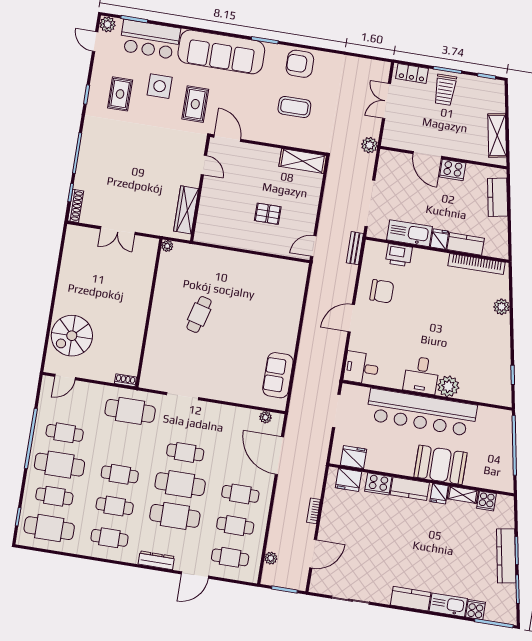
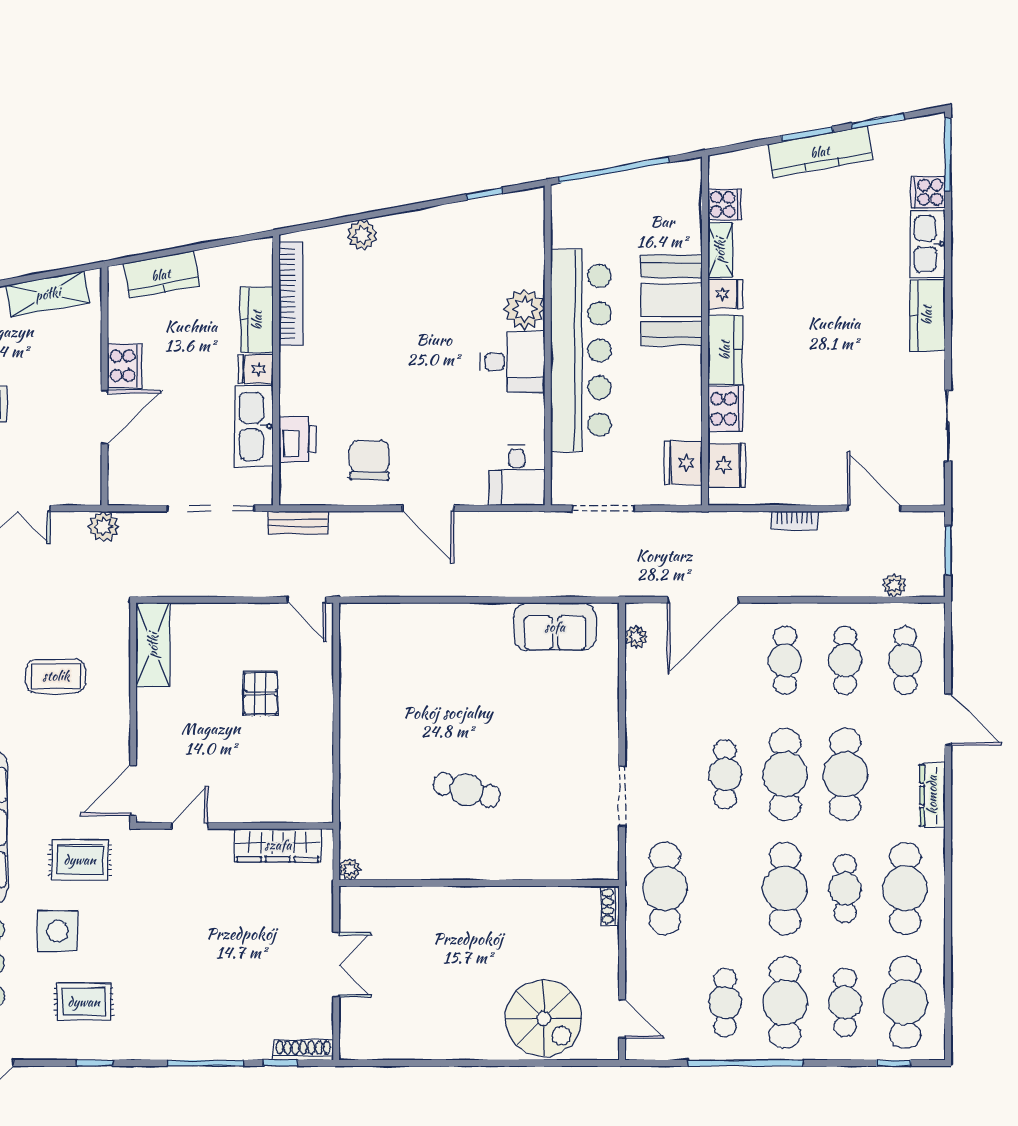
coffee table: (294, 107) -> (56, 676), turned 90
cafe table: (120, 474) -> (785, 888), width x1.37, depth x1.35
cafe table: (109, 538) -> (905, 888), width x1.37, depth x1.35

